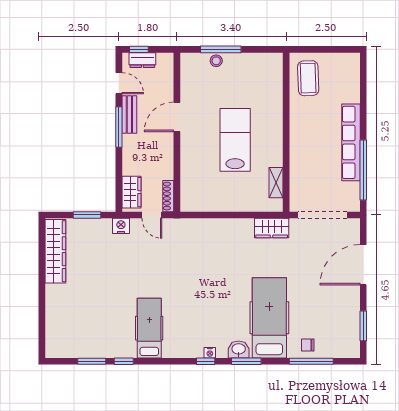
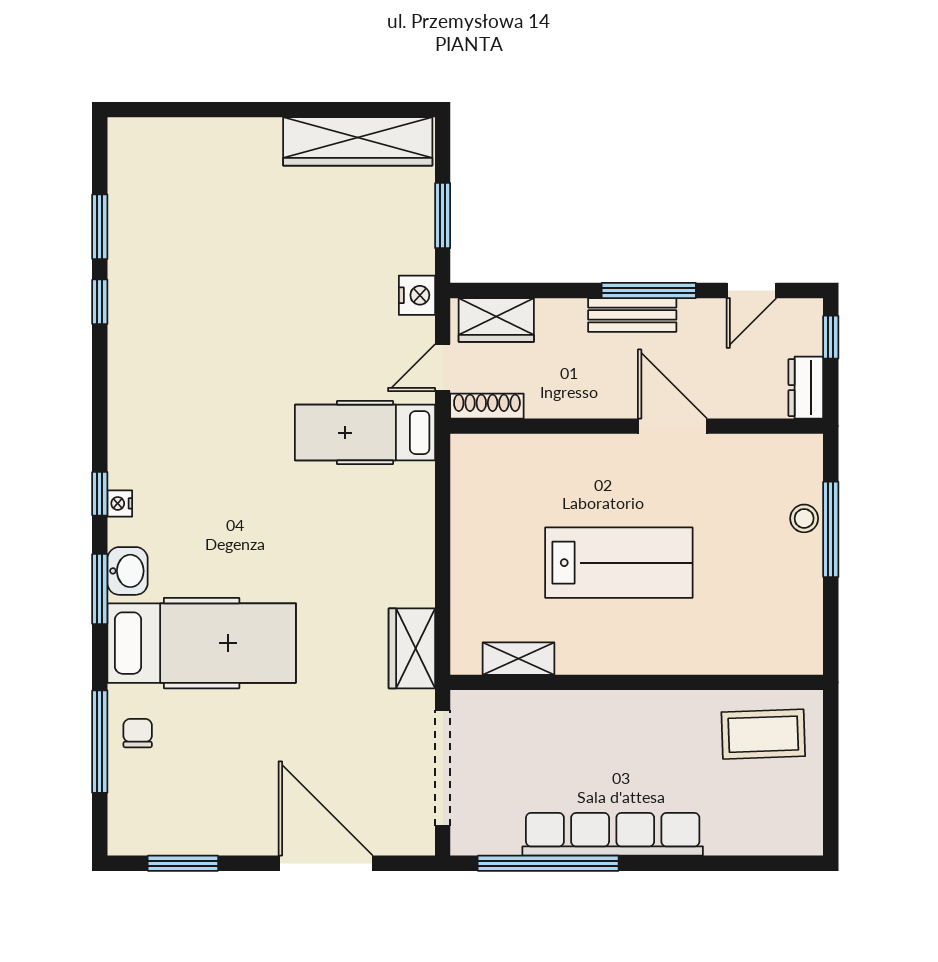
dresser: (142, 60) -> (806, 388), moved
bench: (129, 115) -> (632, 315), moved
hospital bed: (149, 328) -> (365, 433), moved, turned 180

